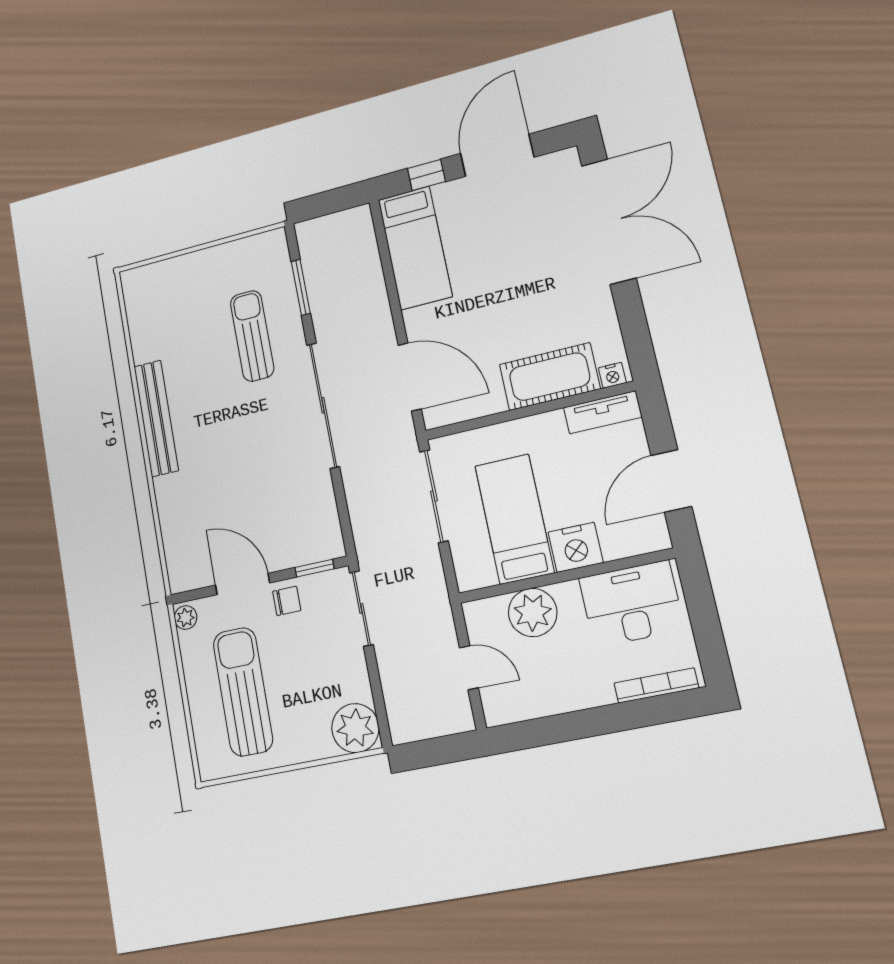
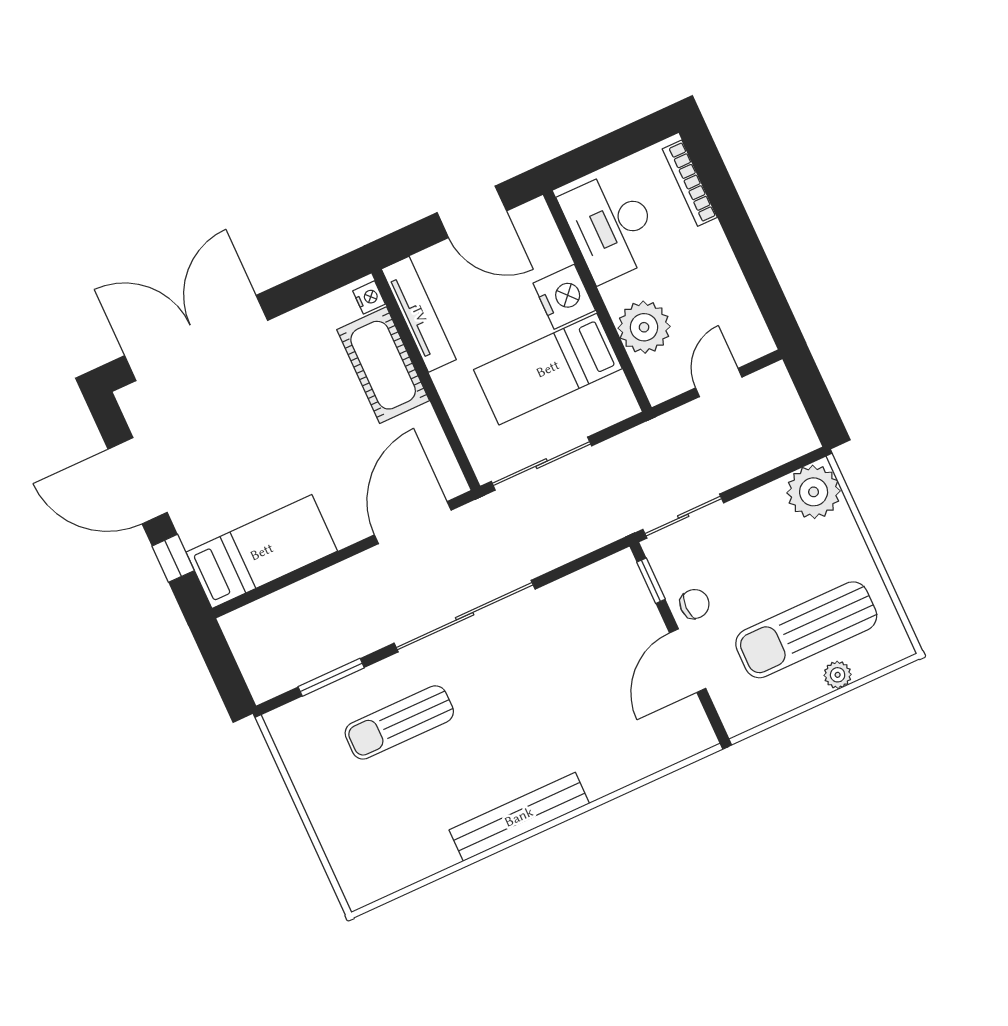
tv unit: (603, 412) -> (419, 314), width x1.41
chair: (287, 601) -> (695, 604), turned 90
plant: (186, 617) -> (838, 675), moved

